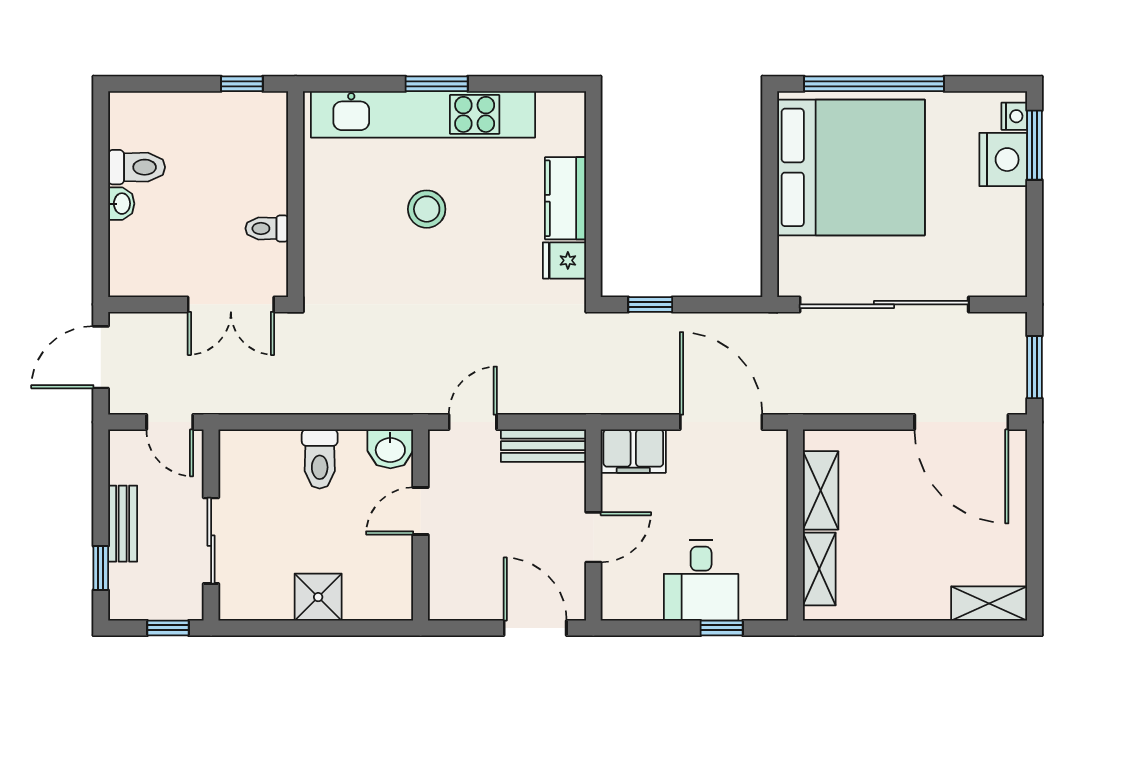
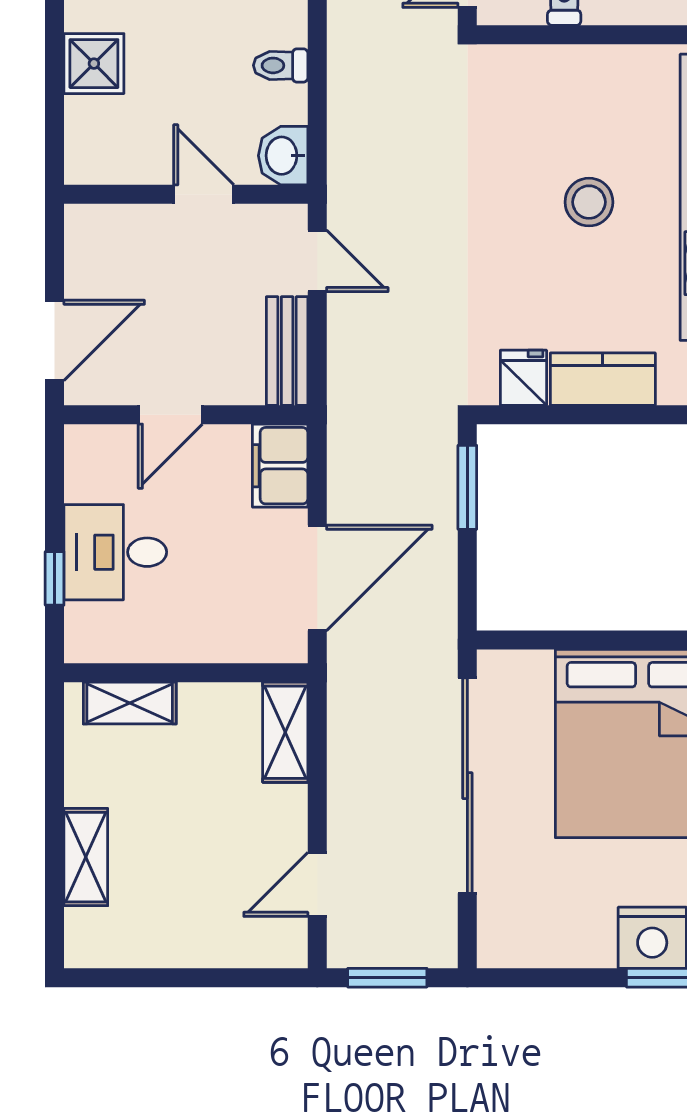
window: (650, 304) -> (467, 487), width x1.50
door: (961, 422) -> (317, 884), width x0.53
toilet: (320, 459) -> (281, 65), width x0.73, depth x0.72
shelving: (821, 490) -> (285, 732), moved, turned 90
door: (593, 537) -> (170, 415), hinge flipped
shelving: (989, 603) -> (86, 857), moved

